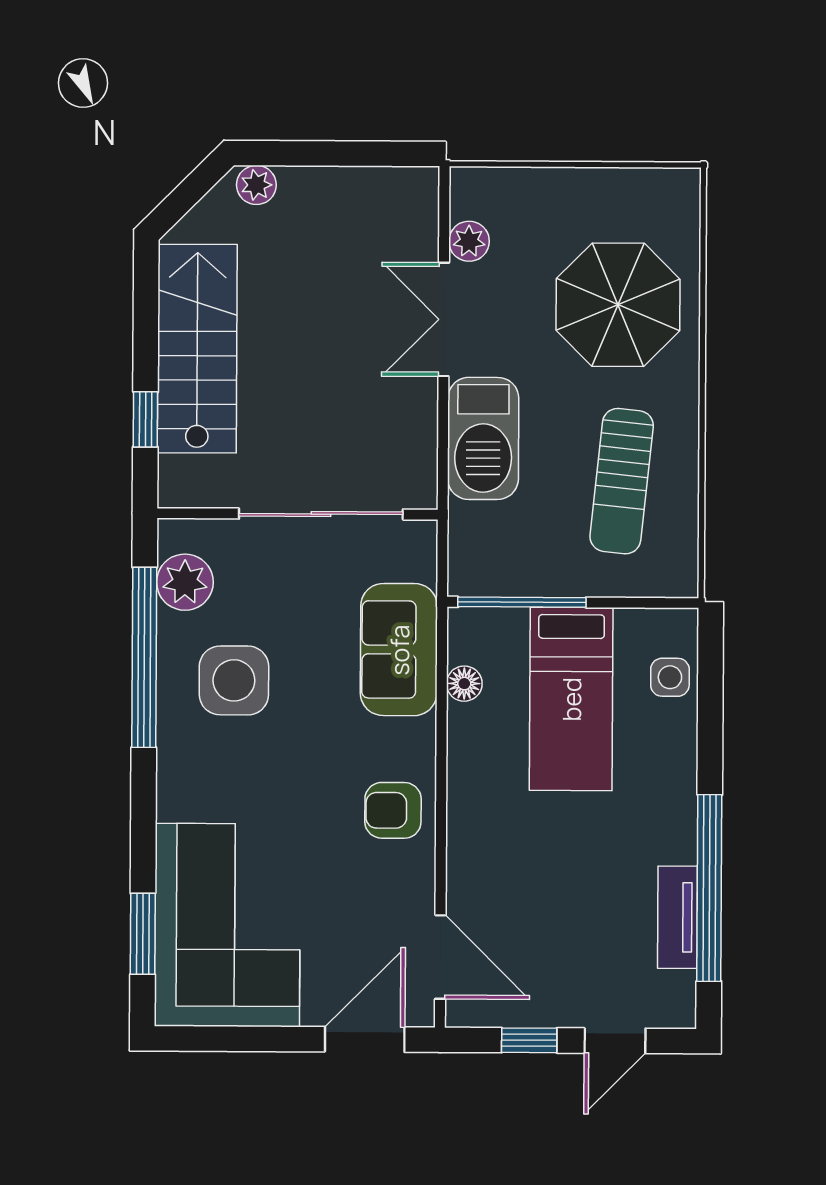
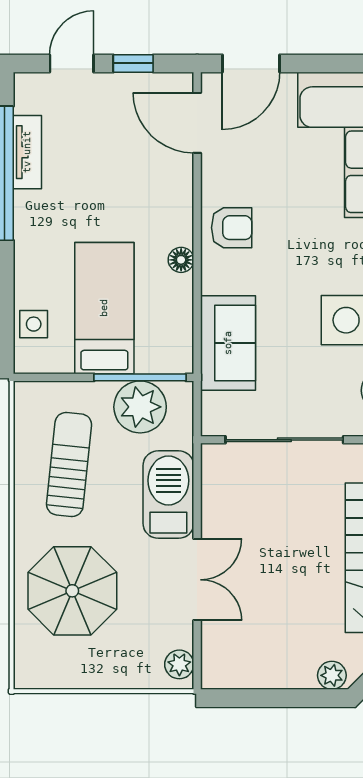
plant: (469, 241) -> (179, 664), moved
plant: (522, 561) -> (140, 407), added
floor lamp: (464, 684) -> (181, 260), moved

